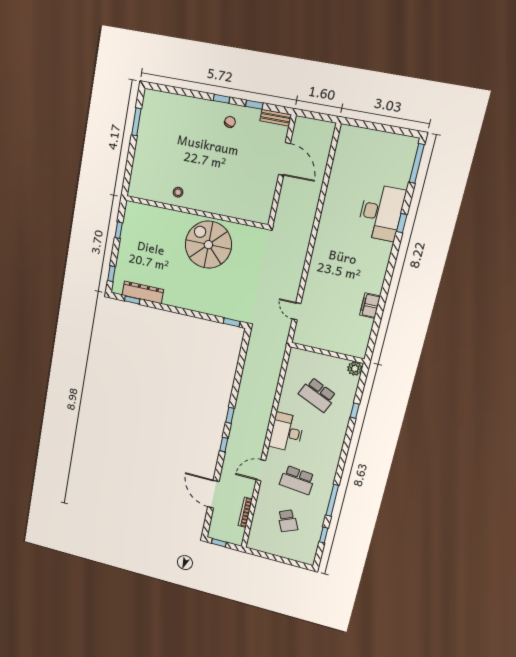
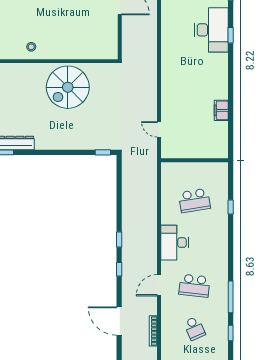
spiral stairs: (208, 245) -> (68, 87), turned -90
plant: (355, 368) -> (222, 169), removed
school desk: (317, 395) -> (194, 200), turned -33

